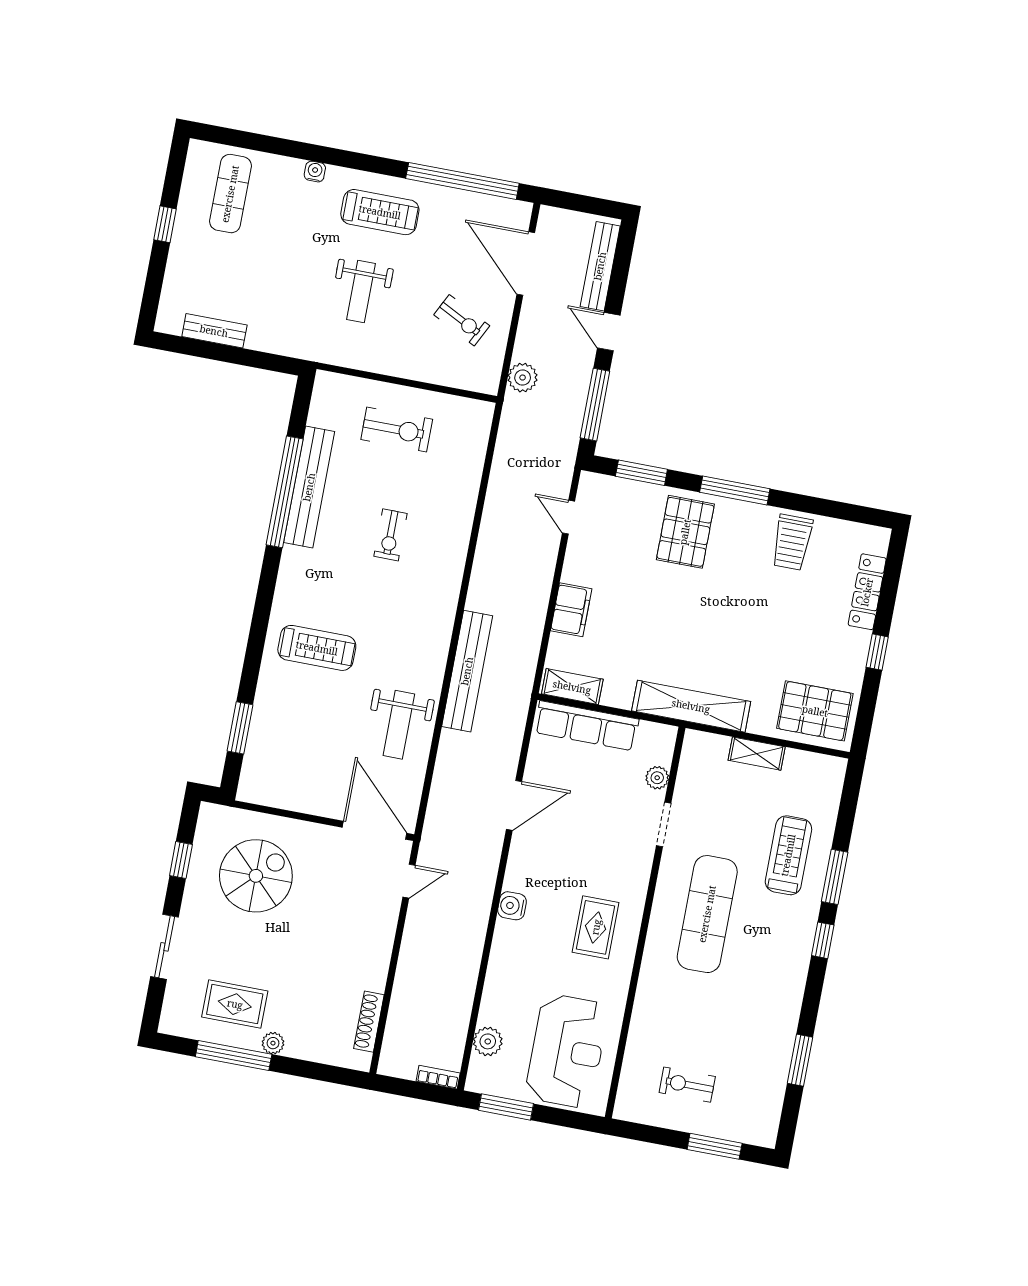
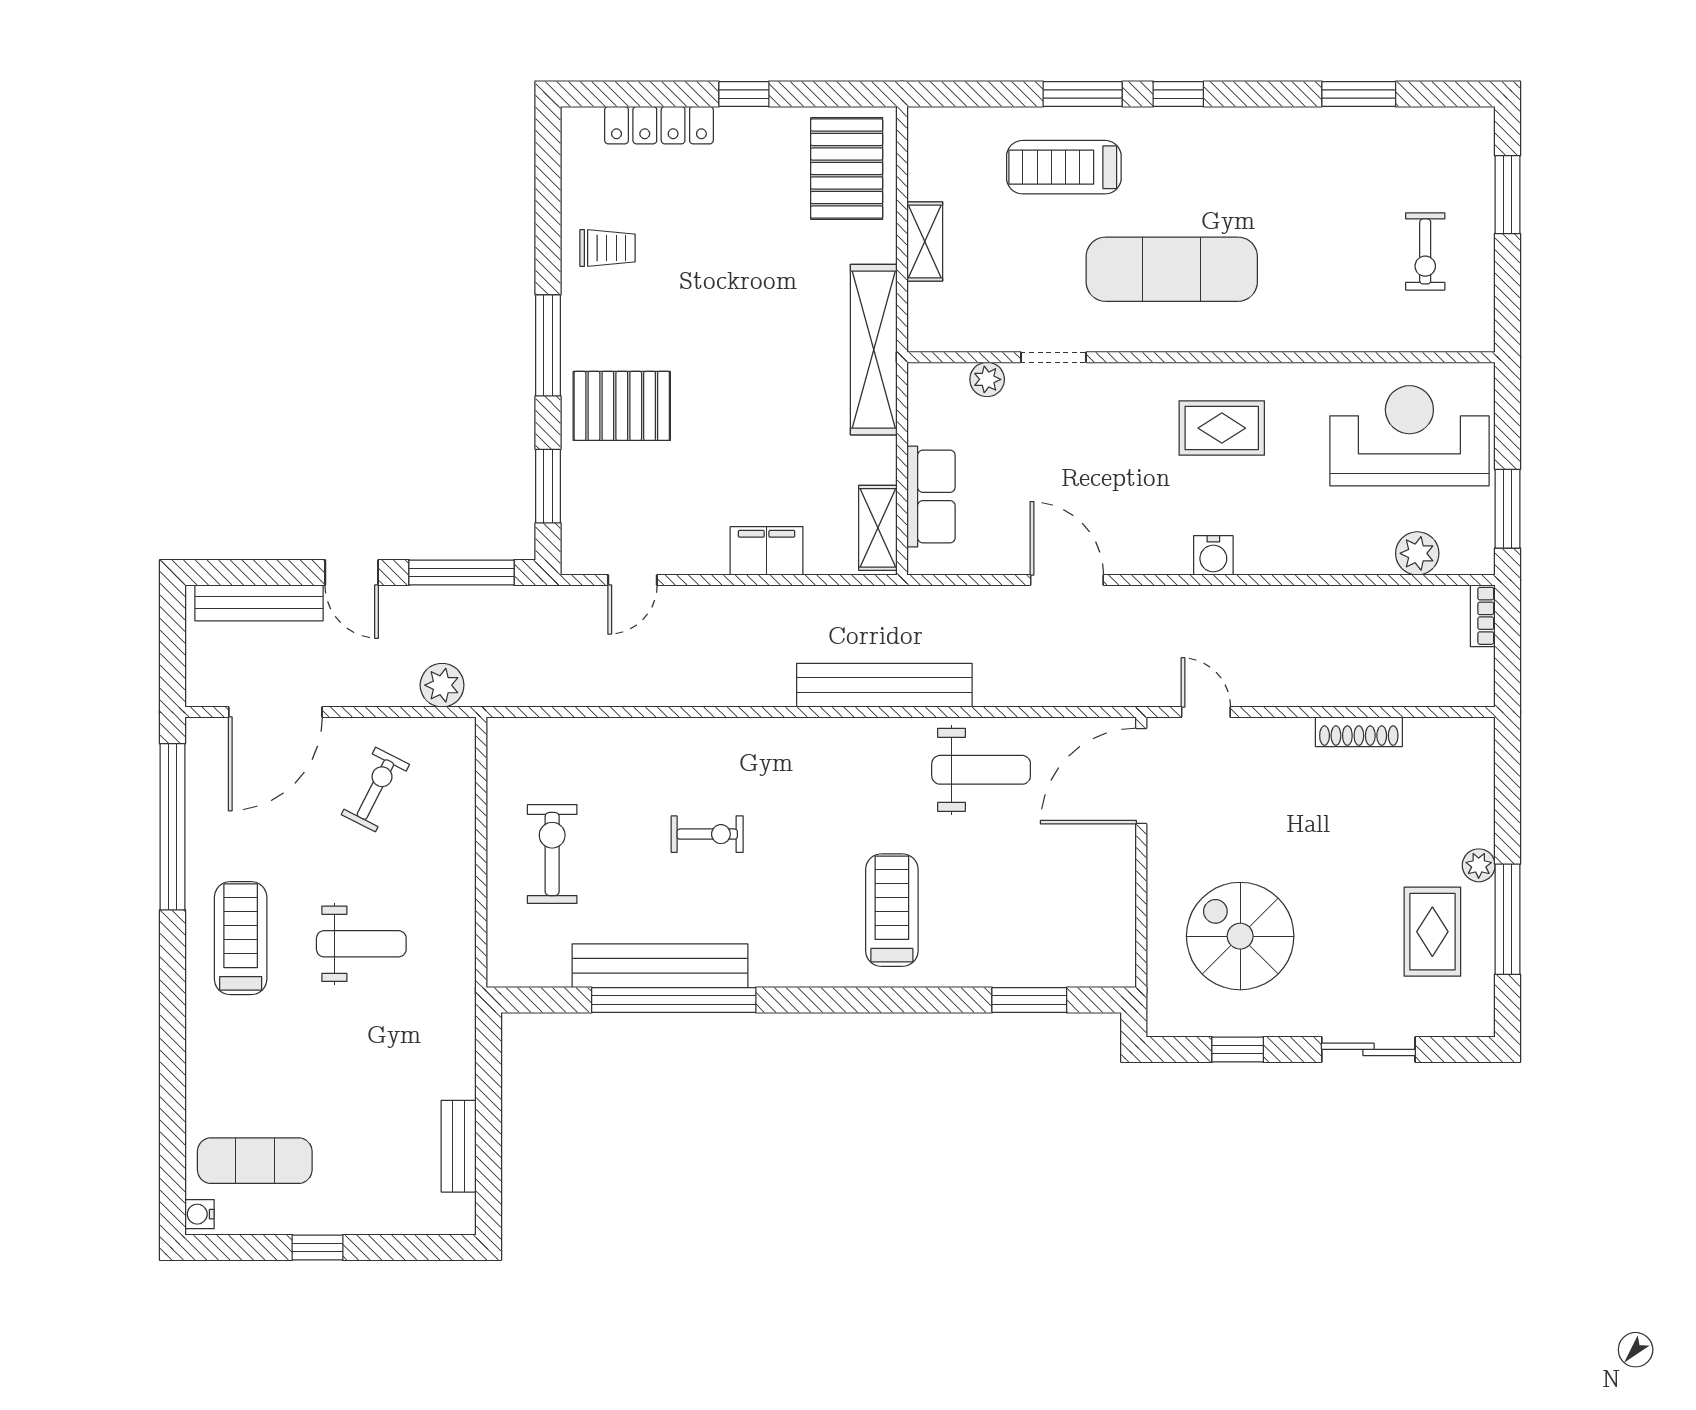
water cooler: (315, 172) -> (200, 1214), moved
door: (609, 332) -> (352, 573), hinge flipped
trolley: (792, 542) -> (608, 248), width x0.73, depth x0.72
row of seats: (587, 726) -> (931, 496), width x0.68
shoe rack: (369, 1022) -> (1359, 732), moved

